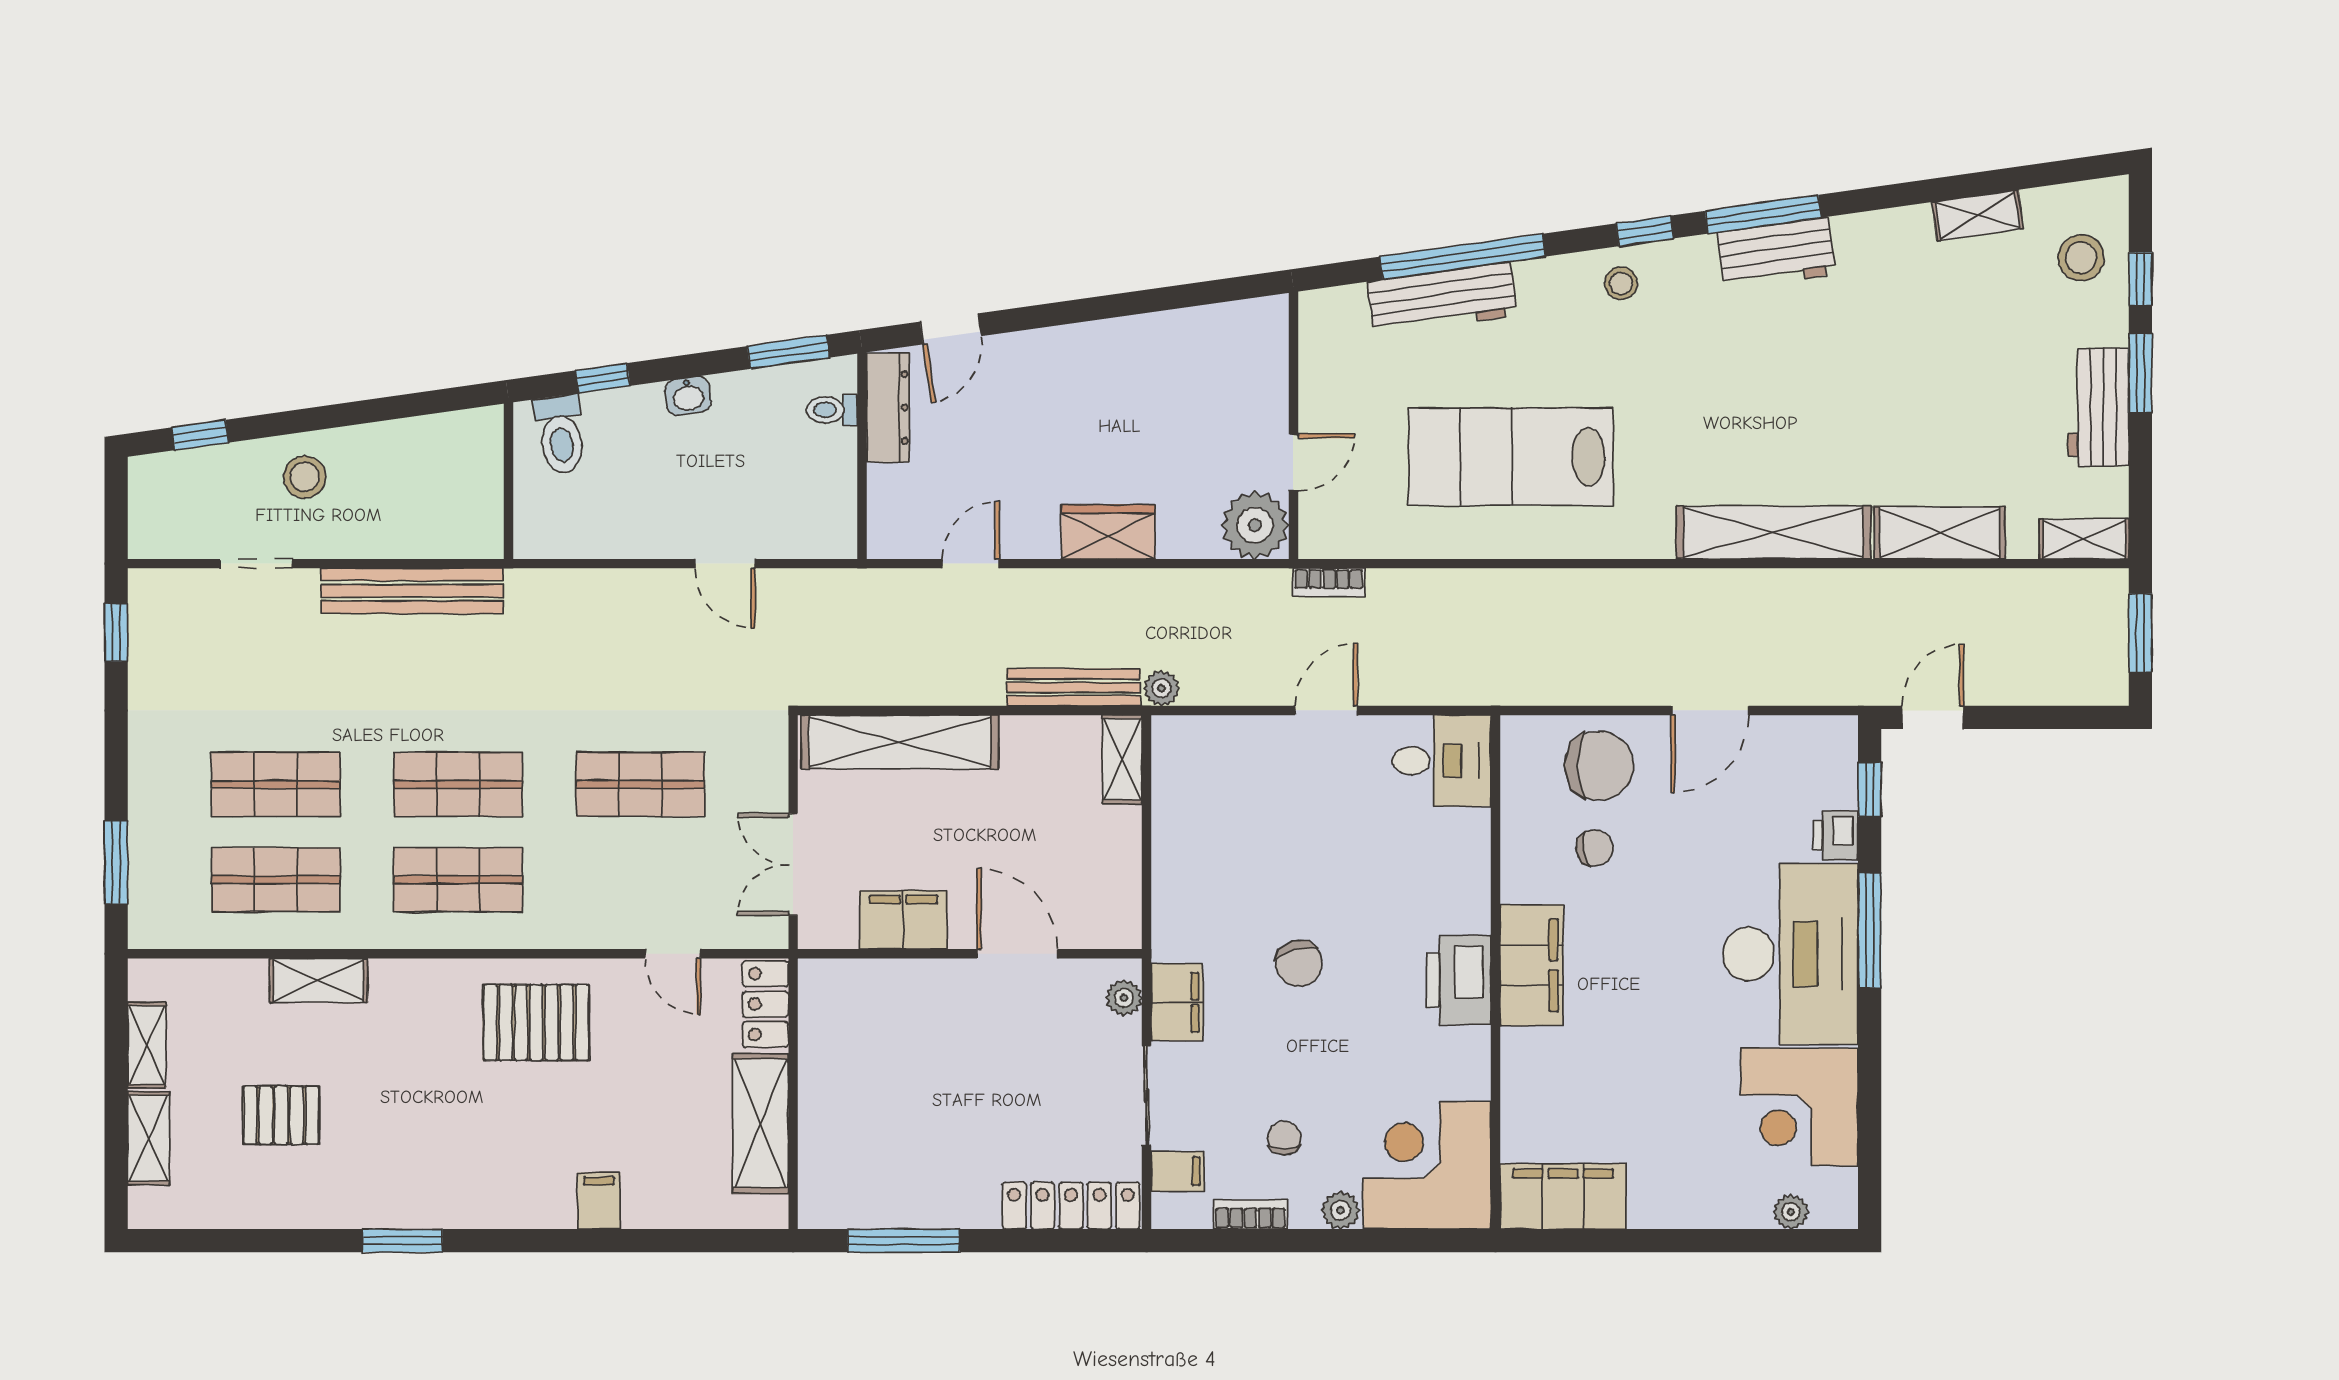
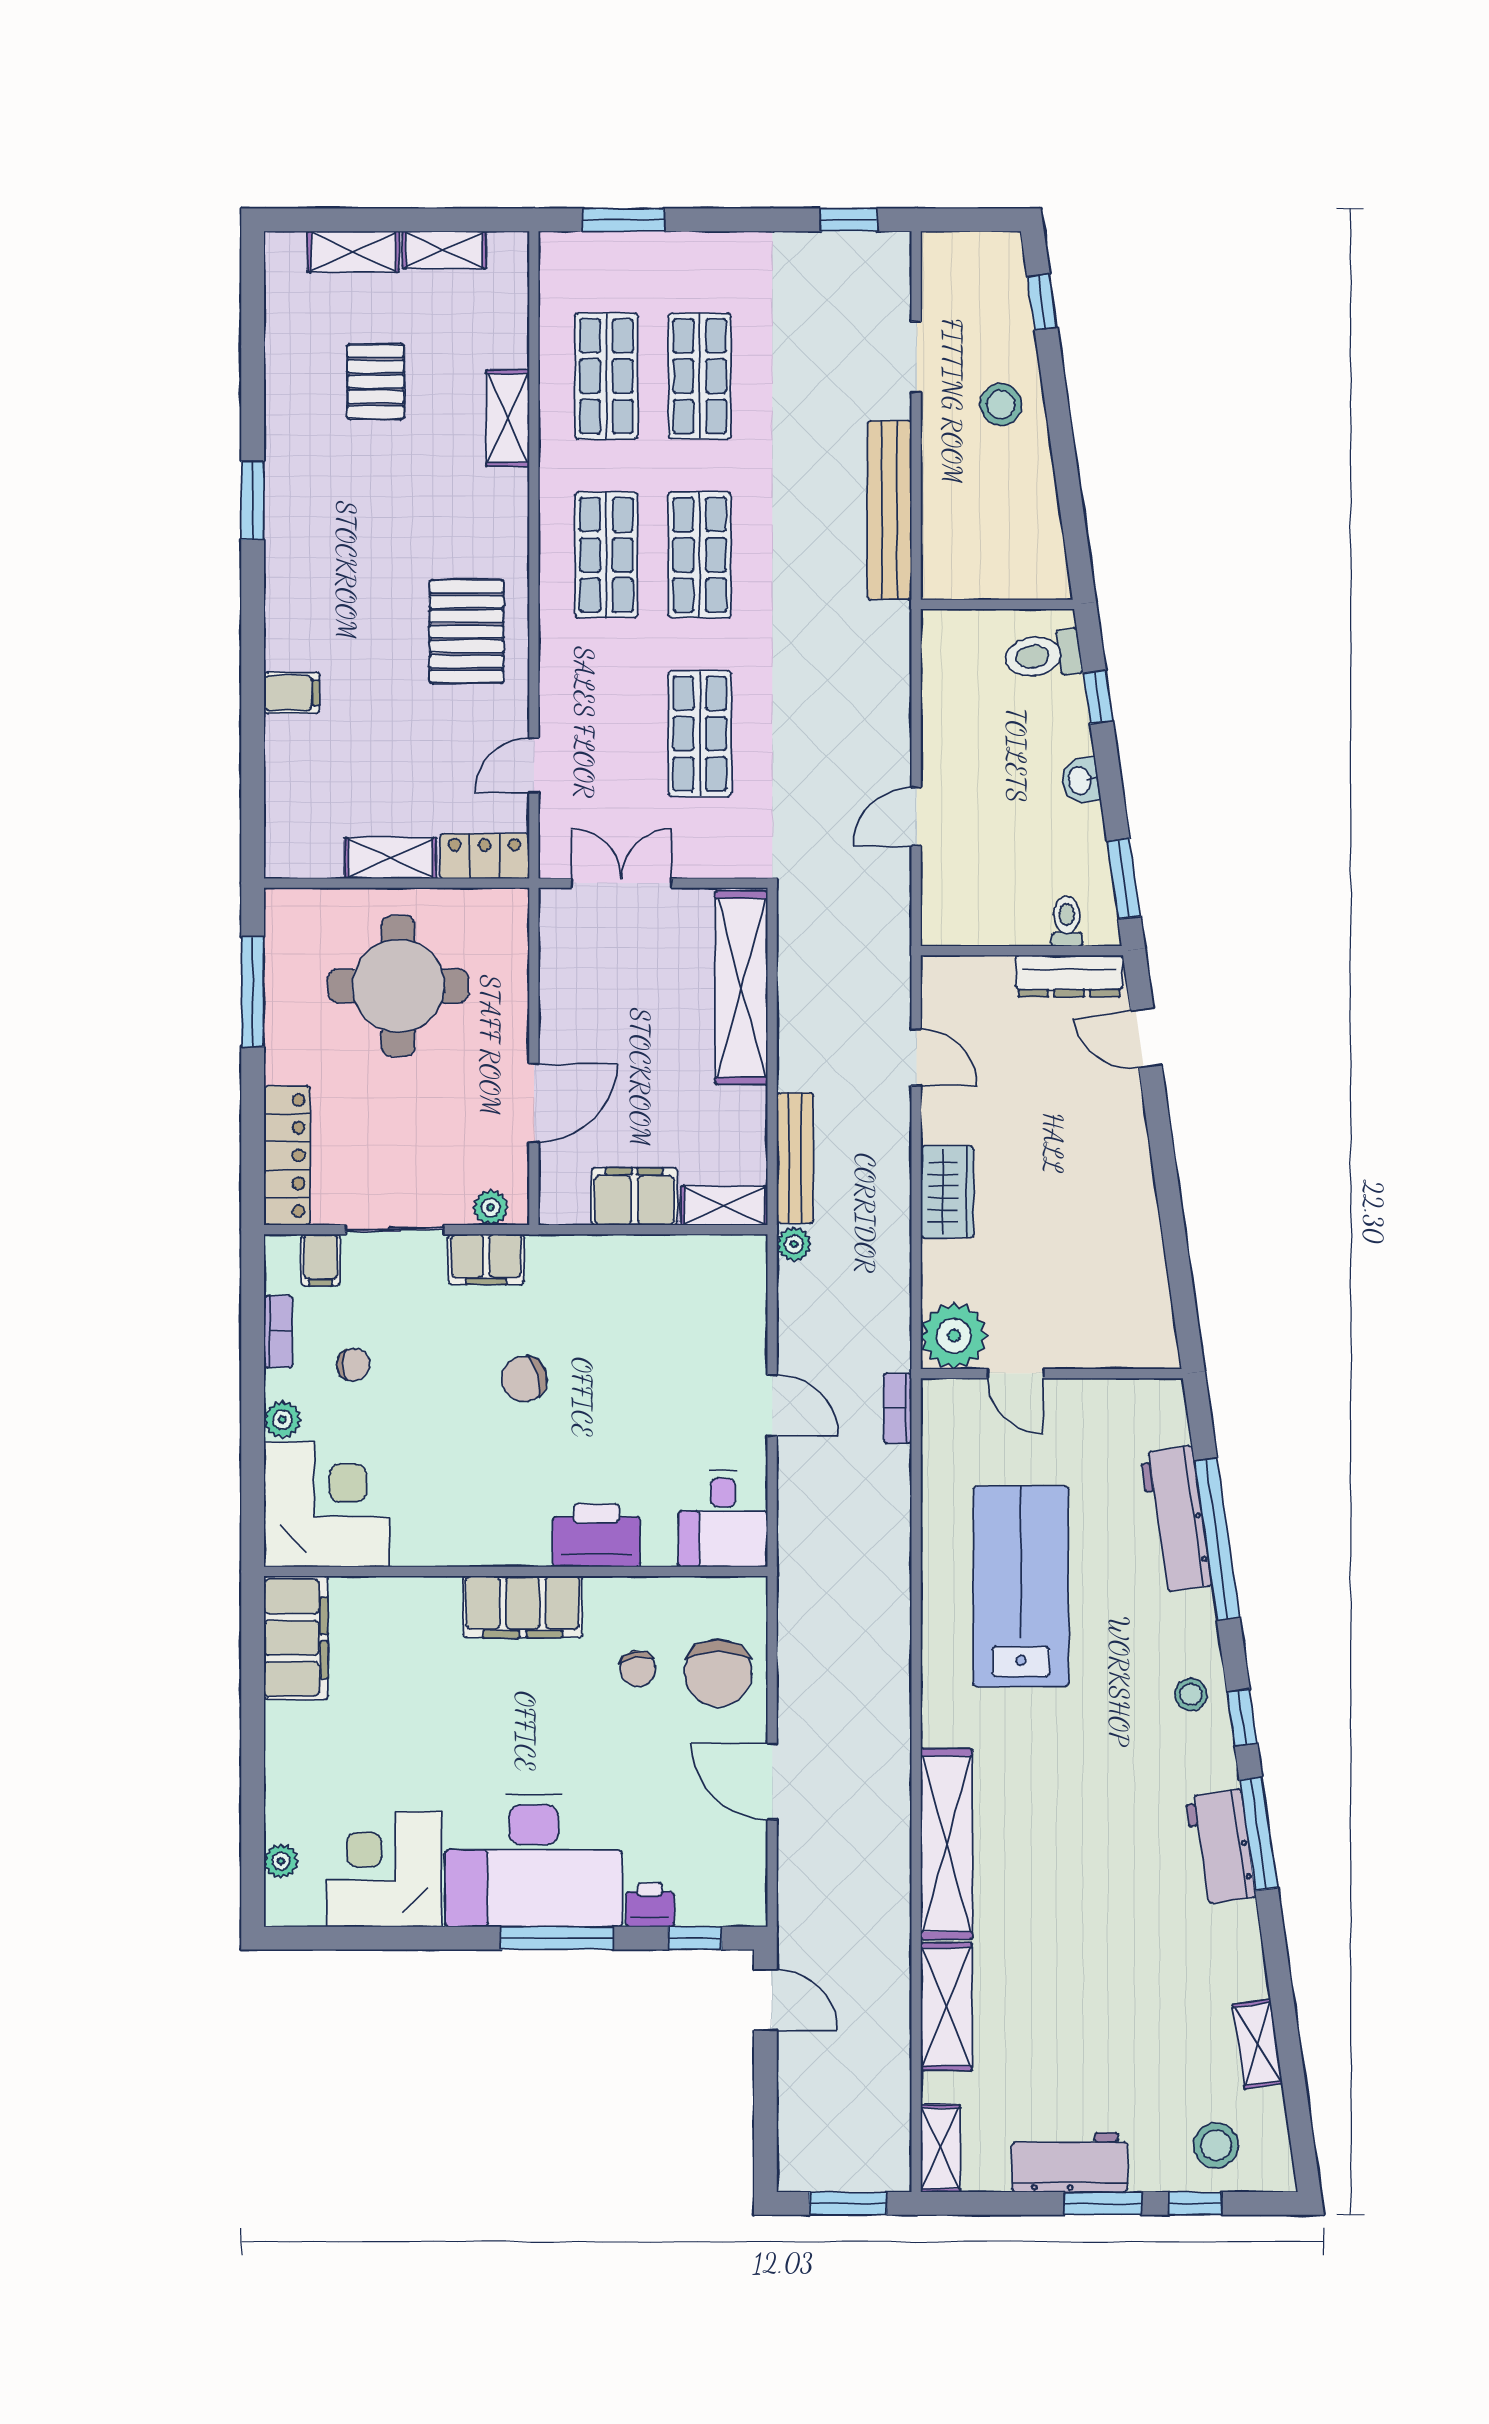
filing cabinet: (903, 920) -> (634, 1196), moved, turned -90
printer: (1459, 980) -> (596, 1535), moved
round table: (898, 1092) -> (398, 986), added
shelving: (761, 1123) -> (390, 858), width x0.67, depth x0.75

